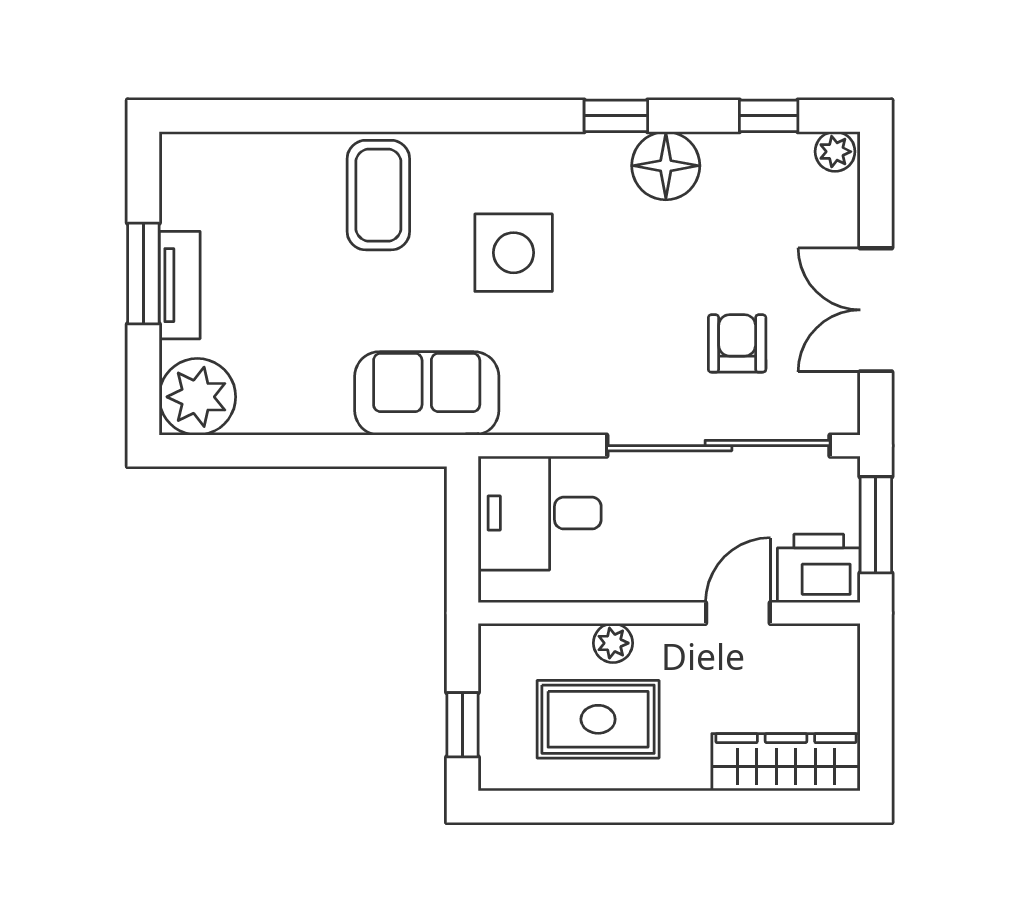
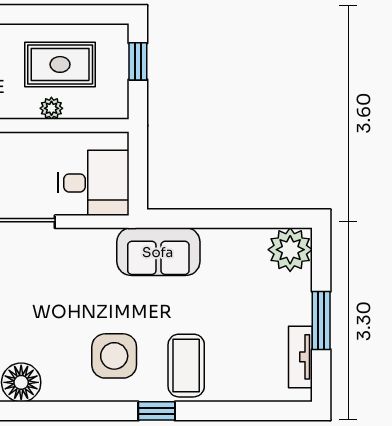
window: (616, 116) -> (157, 411), moved
side table: (514, 253) -> (114, 356), moved
tv unit: (180, 285) -> (300, 357), moved

